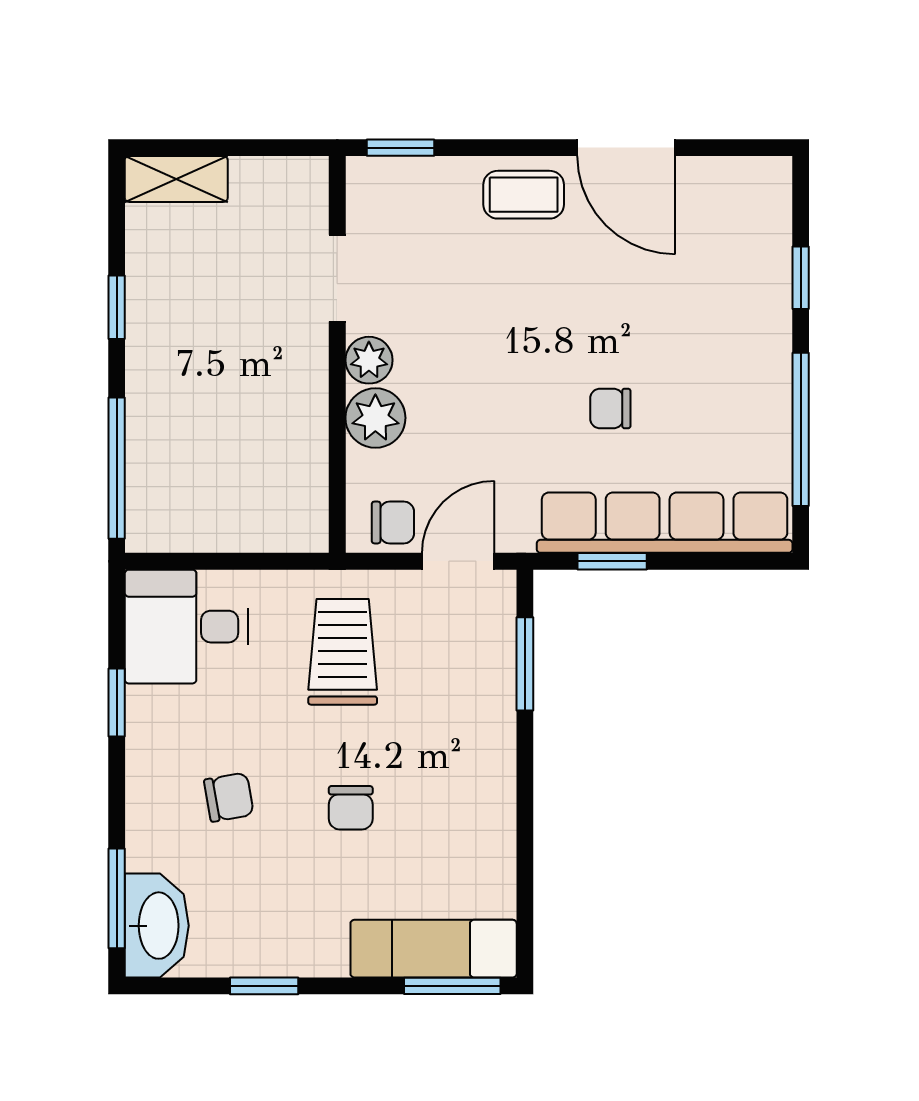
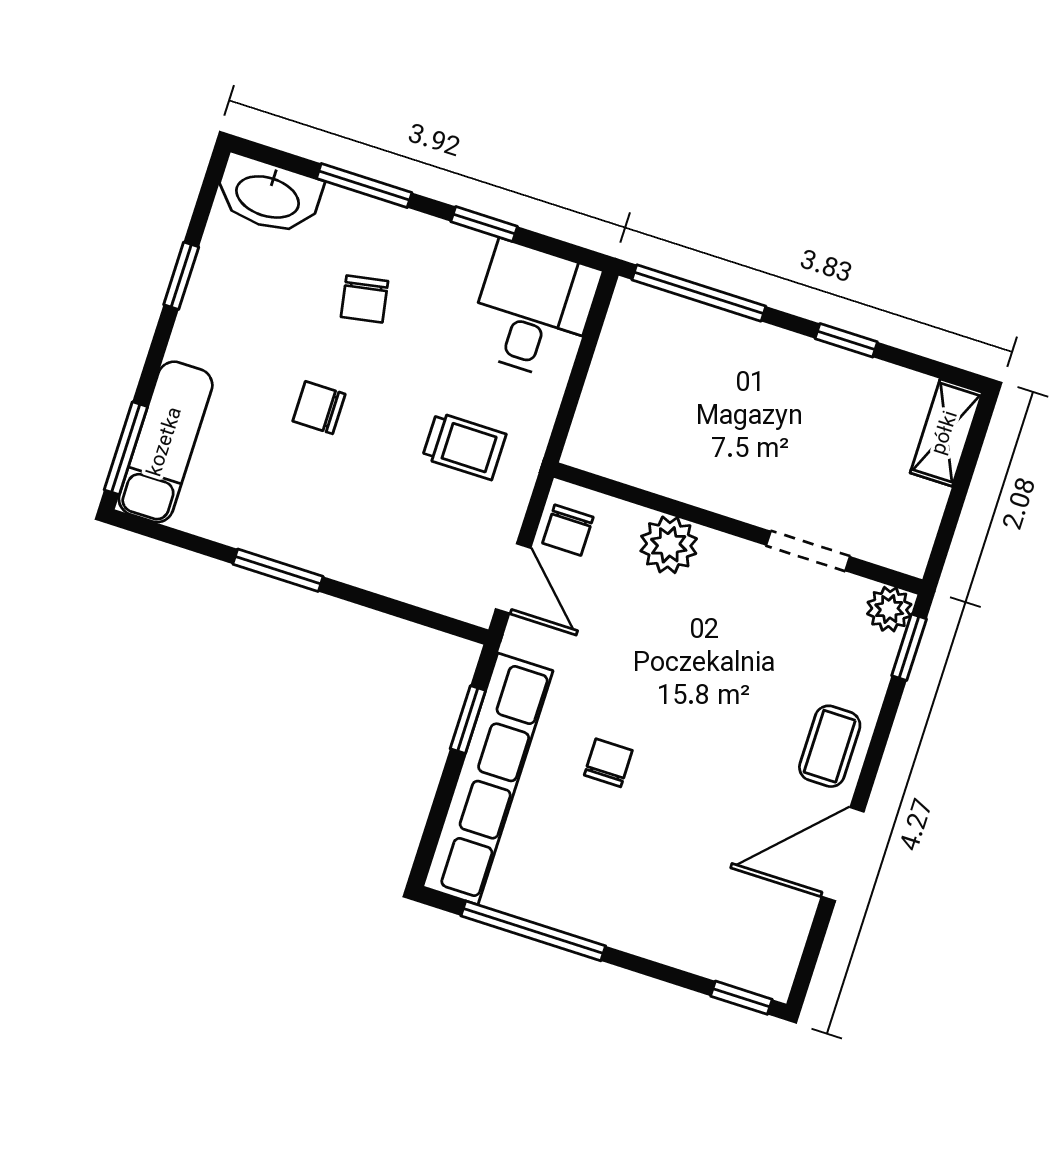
window: (801, 278) -> (741, 998), moved
plant: (369, 360) -> (889, 609), moved
trolley: (343, 652) -> (464, 446), width x0.73, depth x0.72
window: (525, 664) -> (278, 570), moved
window: (117, 898) -> (364, 186), moved

